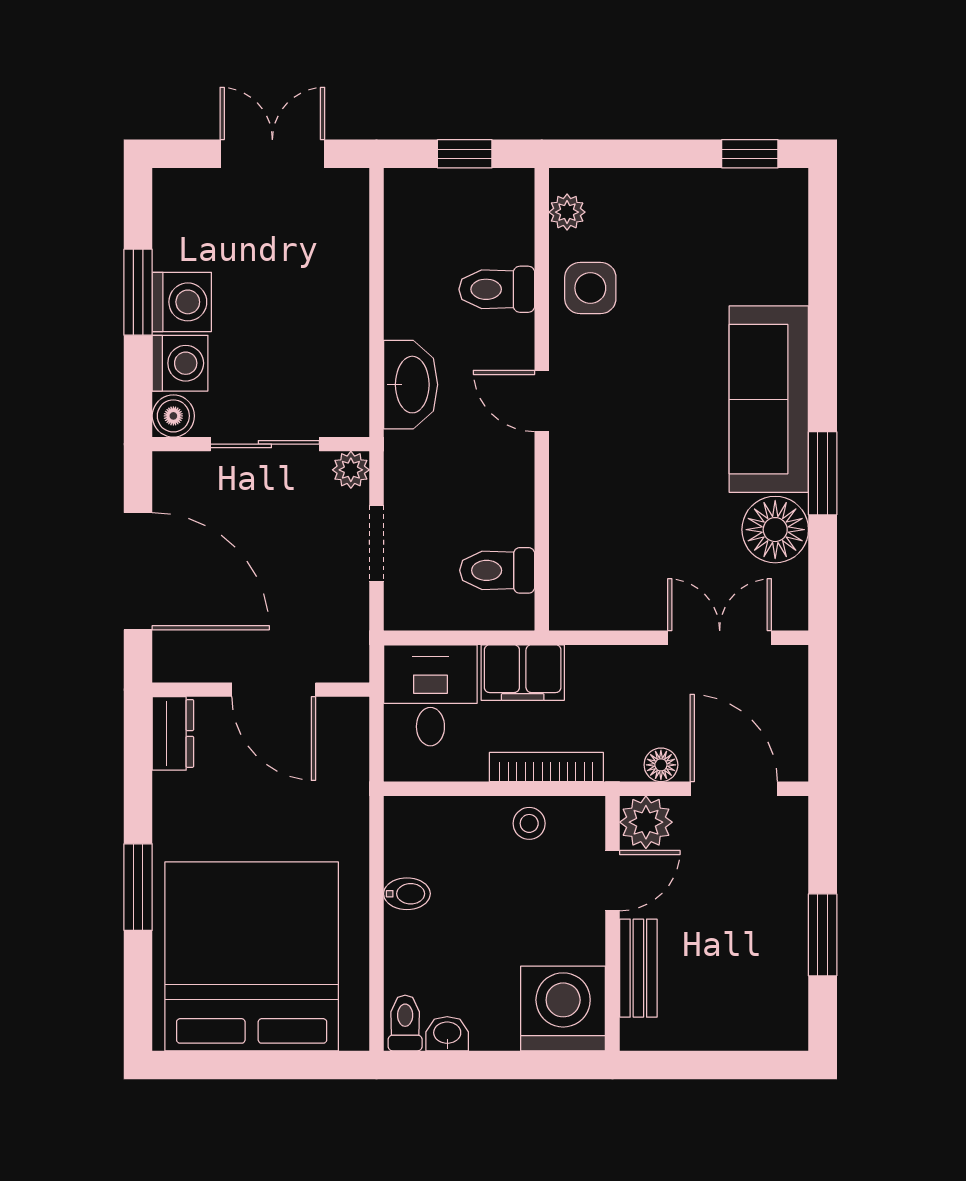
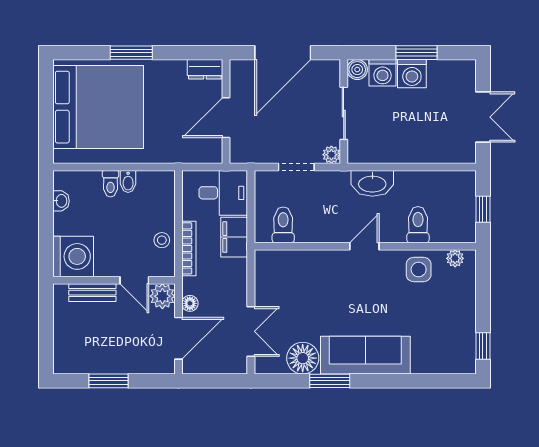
toilet: (405, 1023) -> (110, 184), moved, turned 90

